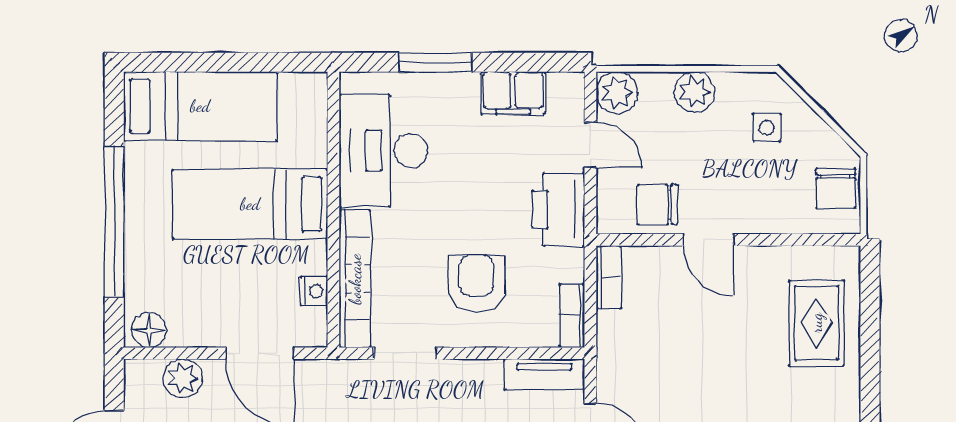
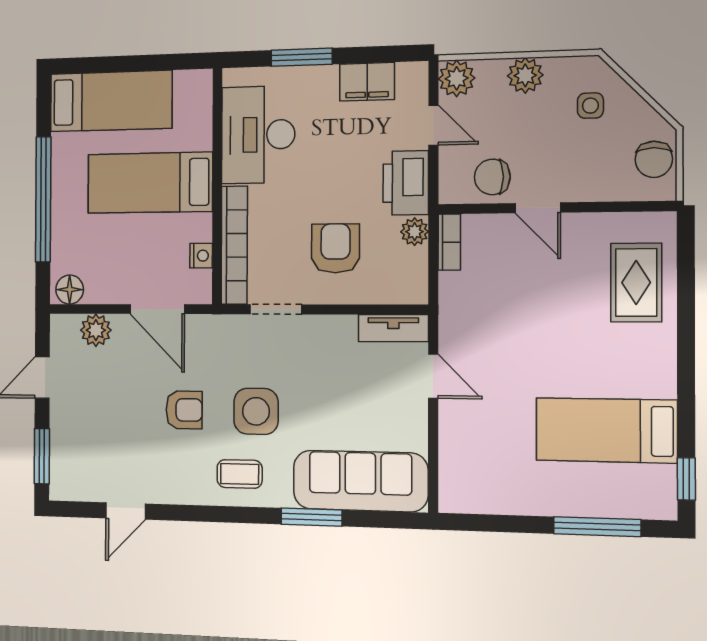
plant: (569, 265) -> (415, 232), added
bookcase: (572, 316) -> (417, 276), removed

